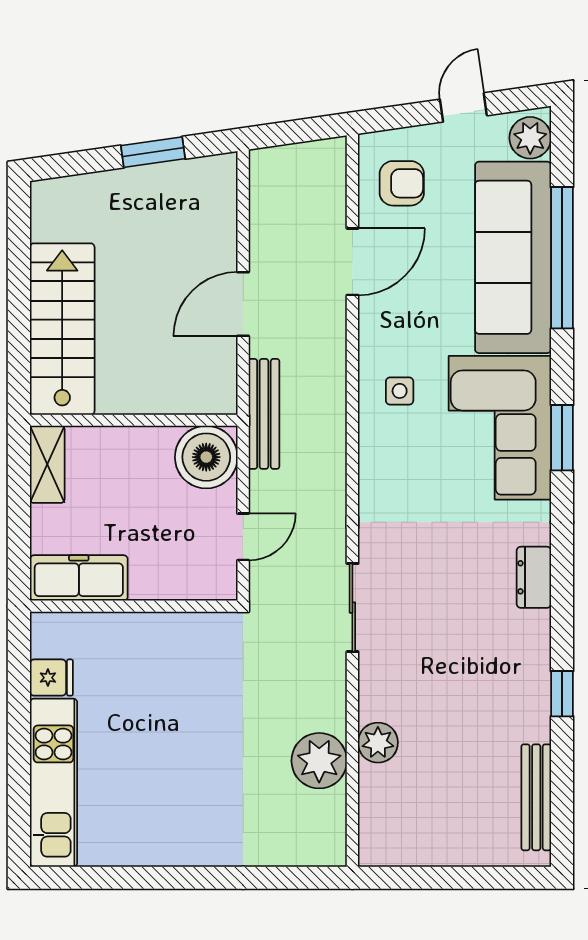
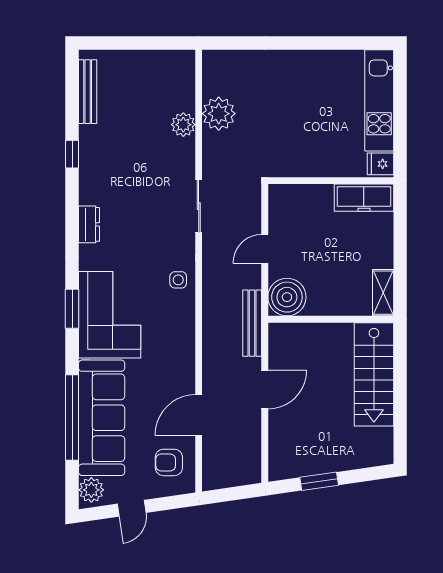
side table: (400, 391) -> (178, 280), moved
freezer: (79, 578) -> (364, 198), moved
wall: (134, 606) -> (331, 181), moved

